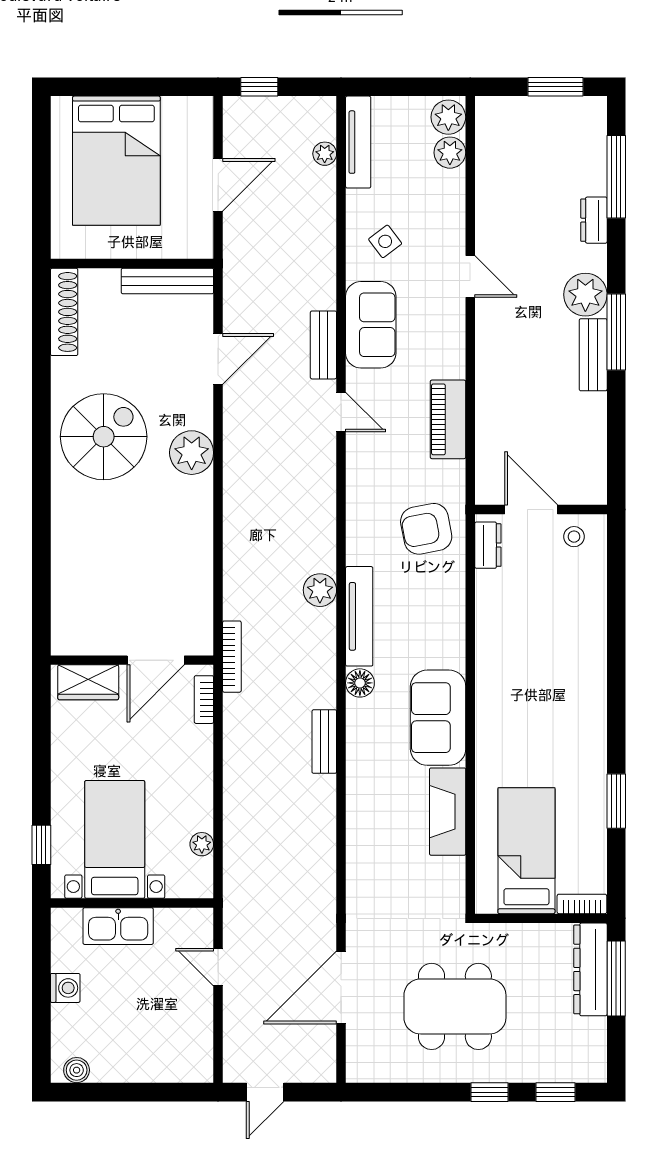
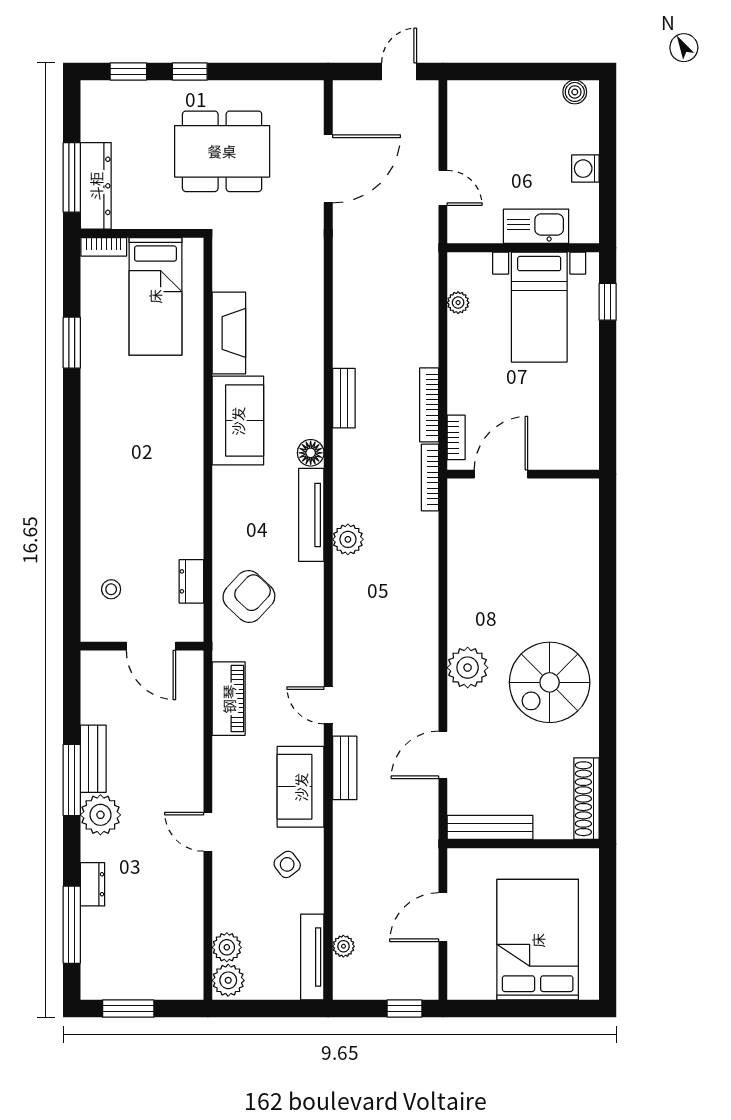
door: (531, 509) -> (151, 646), moved
wall: (541, 509) -> (142, 646), moved
armchair: (426, 529) -> (249, 597), turned -36
wardrobe: (88, 682) -> (564, 453), removed
bookcase: (233, 734) -> (429, 405), added

